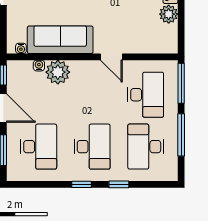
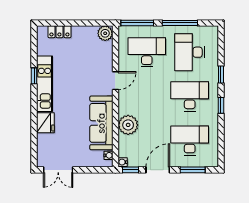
plant: (169, 14) -> (105, 33), moved
water cooler: (39, 66) -> (123, 162), moved
desk: (146, 147) -> (190, 52), turned 90

